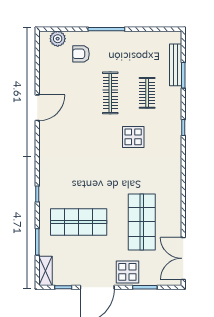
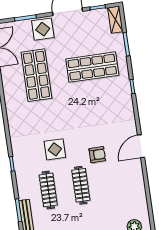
armchair: (81, 54) -> (97, 155), moved
clothes rail: (147, 93) -> (48, 190), width x1.36
door: (37, 108) -> (141, 146), moved

